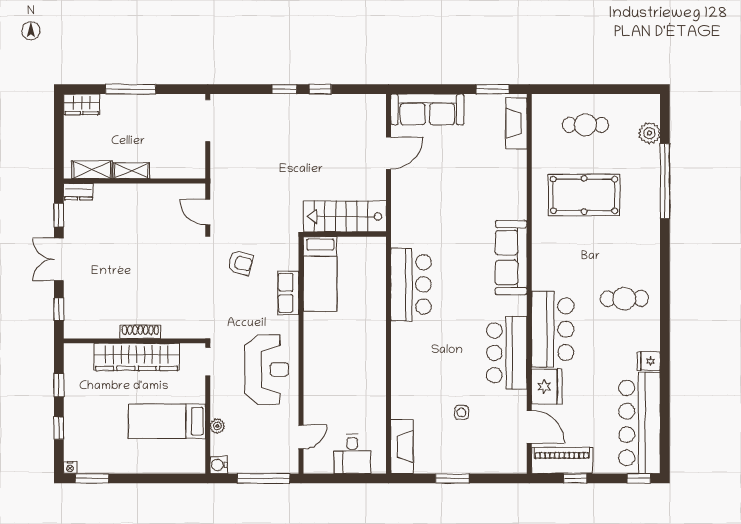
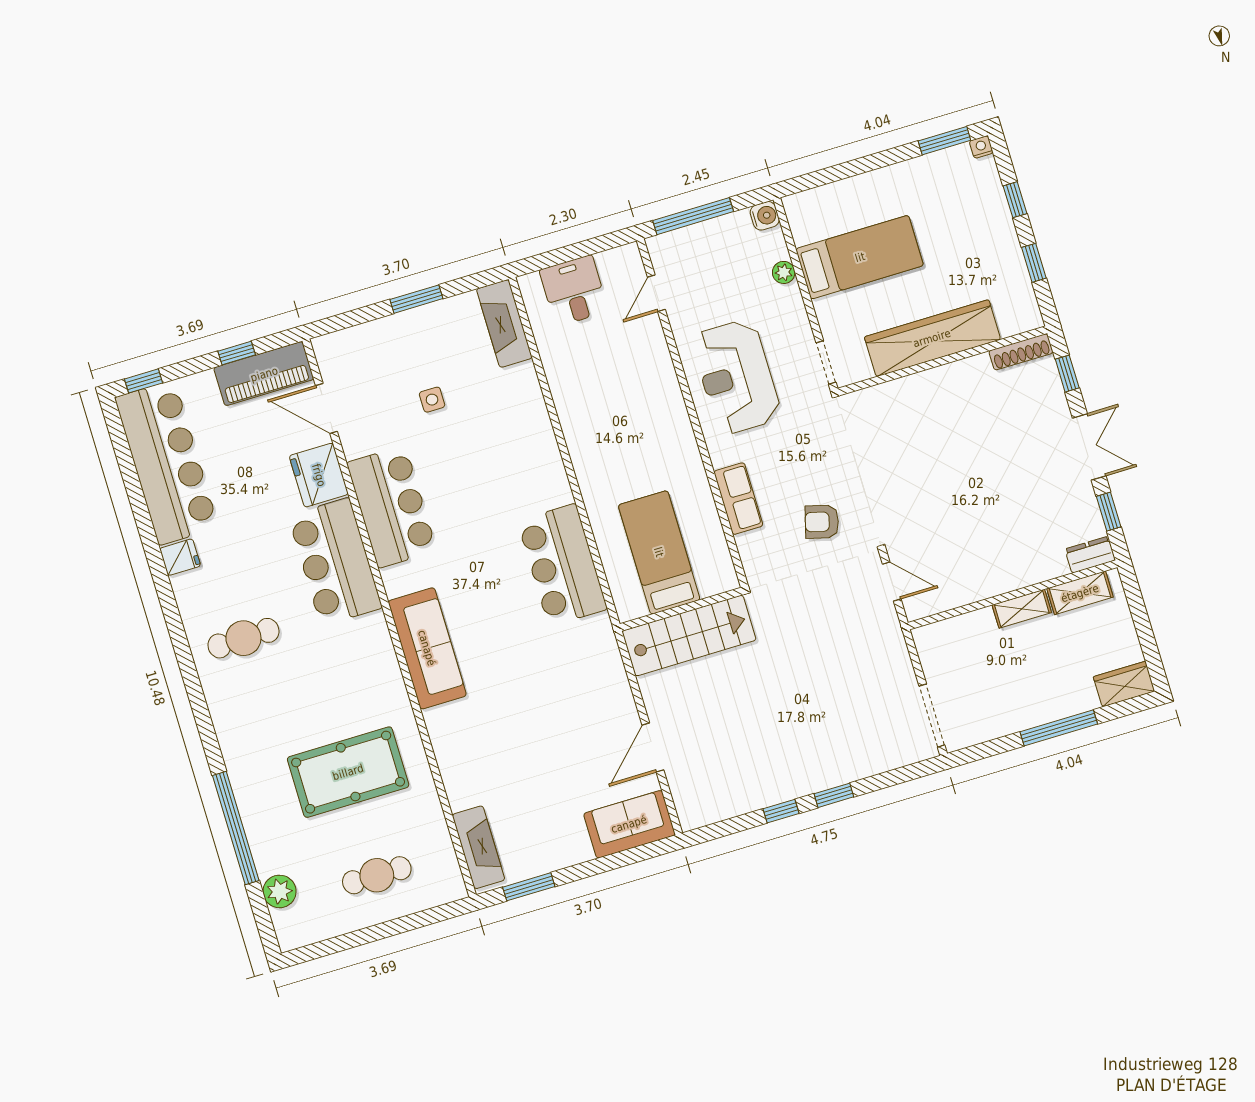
sofa: (427, 109) -> (629, 824), width x0.73
bed: (320, 274) -> (659, 552), moved
shoe rack: (140, 332) -> (1021, 352), moved

